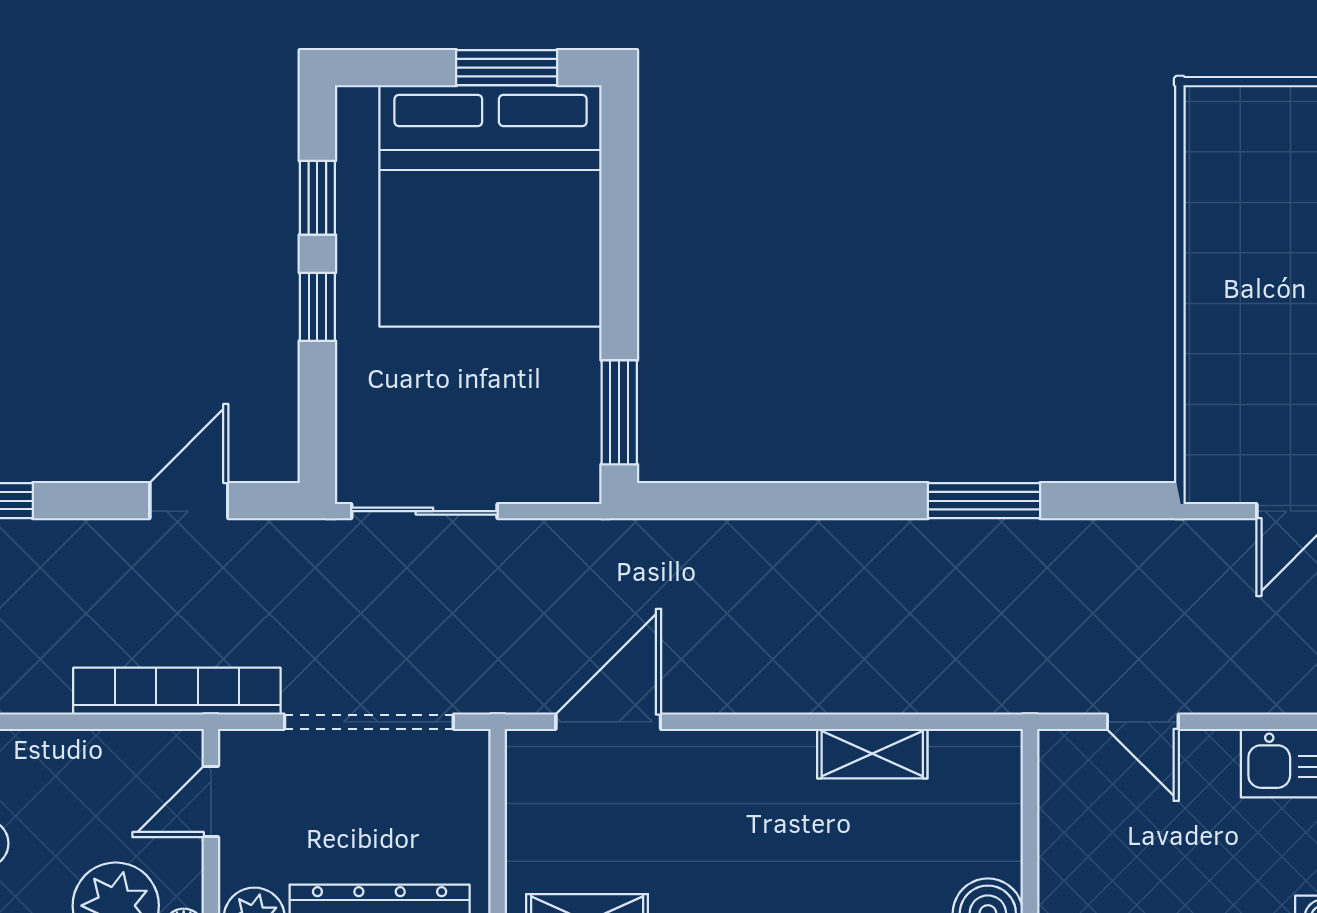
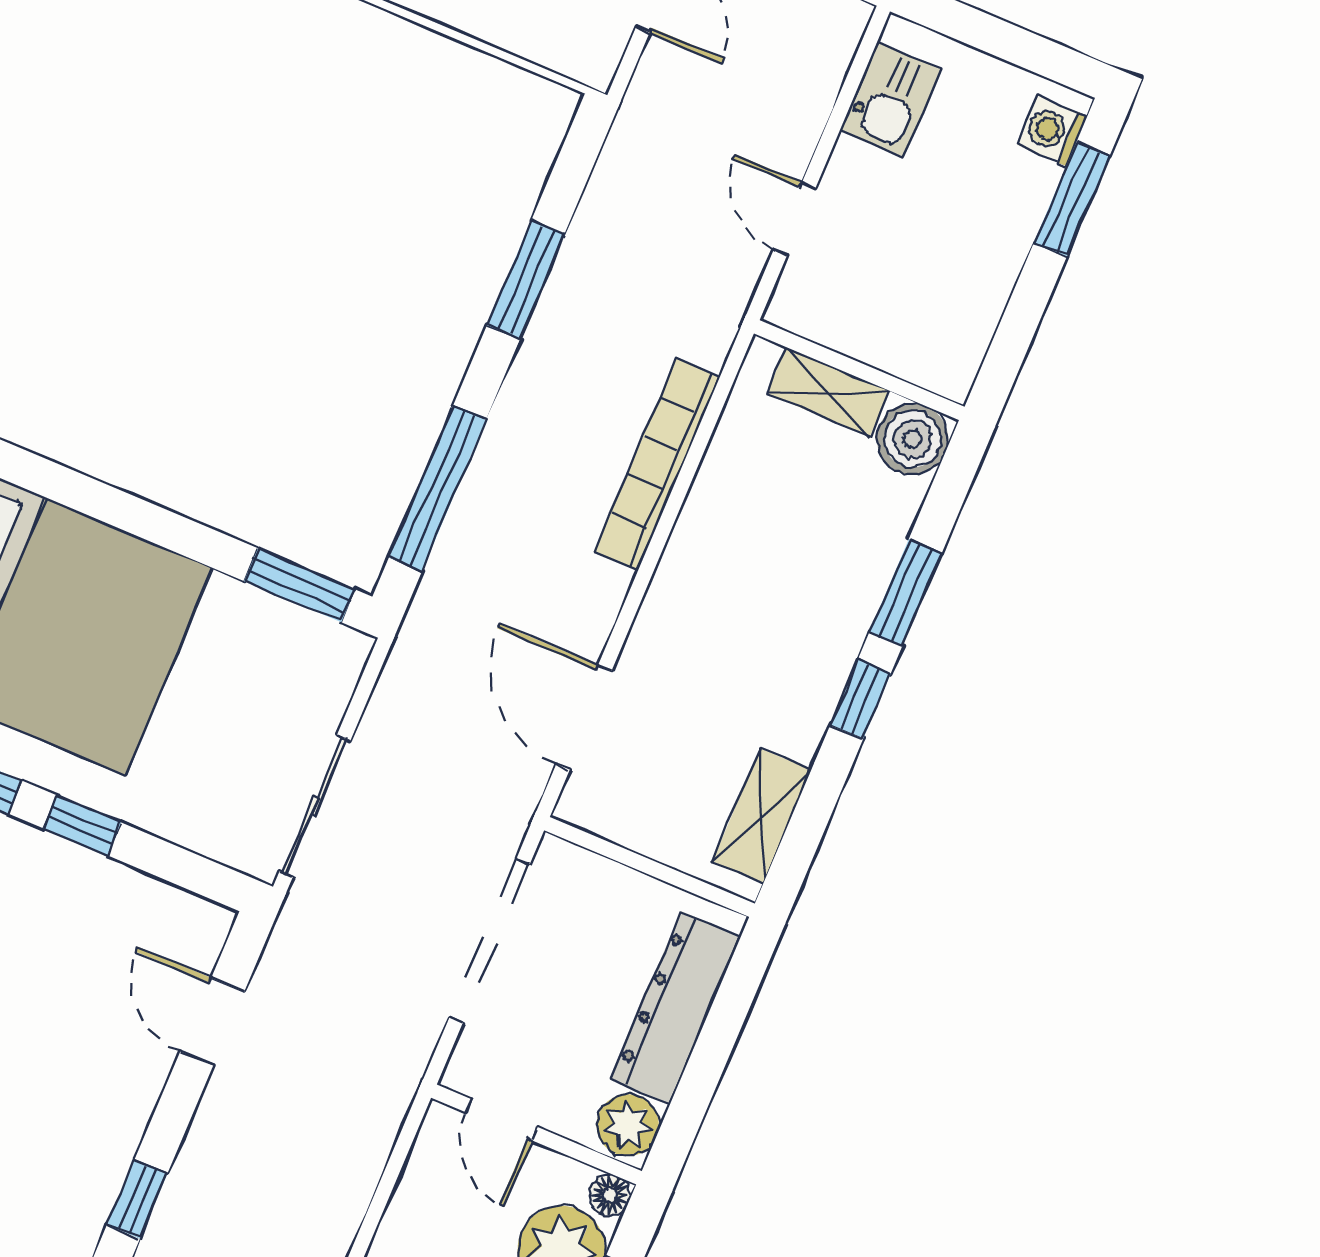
window: (760, 501) -> (437, 489), added
bookcase: (177, 691) -> (657, 464), moved
door: (1143, 722) -> (795, 219), swing flipped
shelving: (872, 754) -> (828, 392), moved, turned 90

